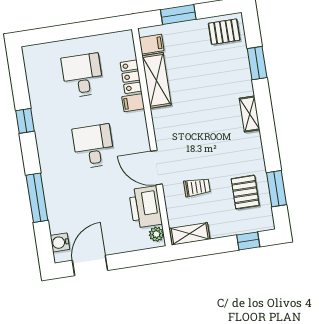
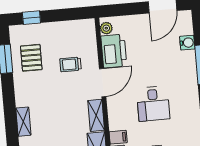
door: (156, 168) -> (103, 83), hinge flipped
shelving: (190, 234) -> (96, 115), moved, turned 90
water cooler: (60, 242) -> (187, 43), moved

